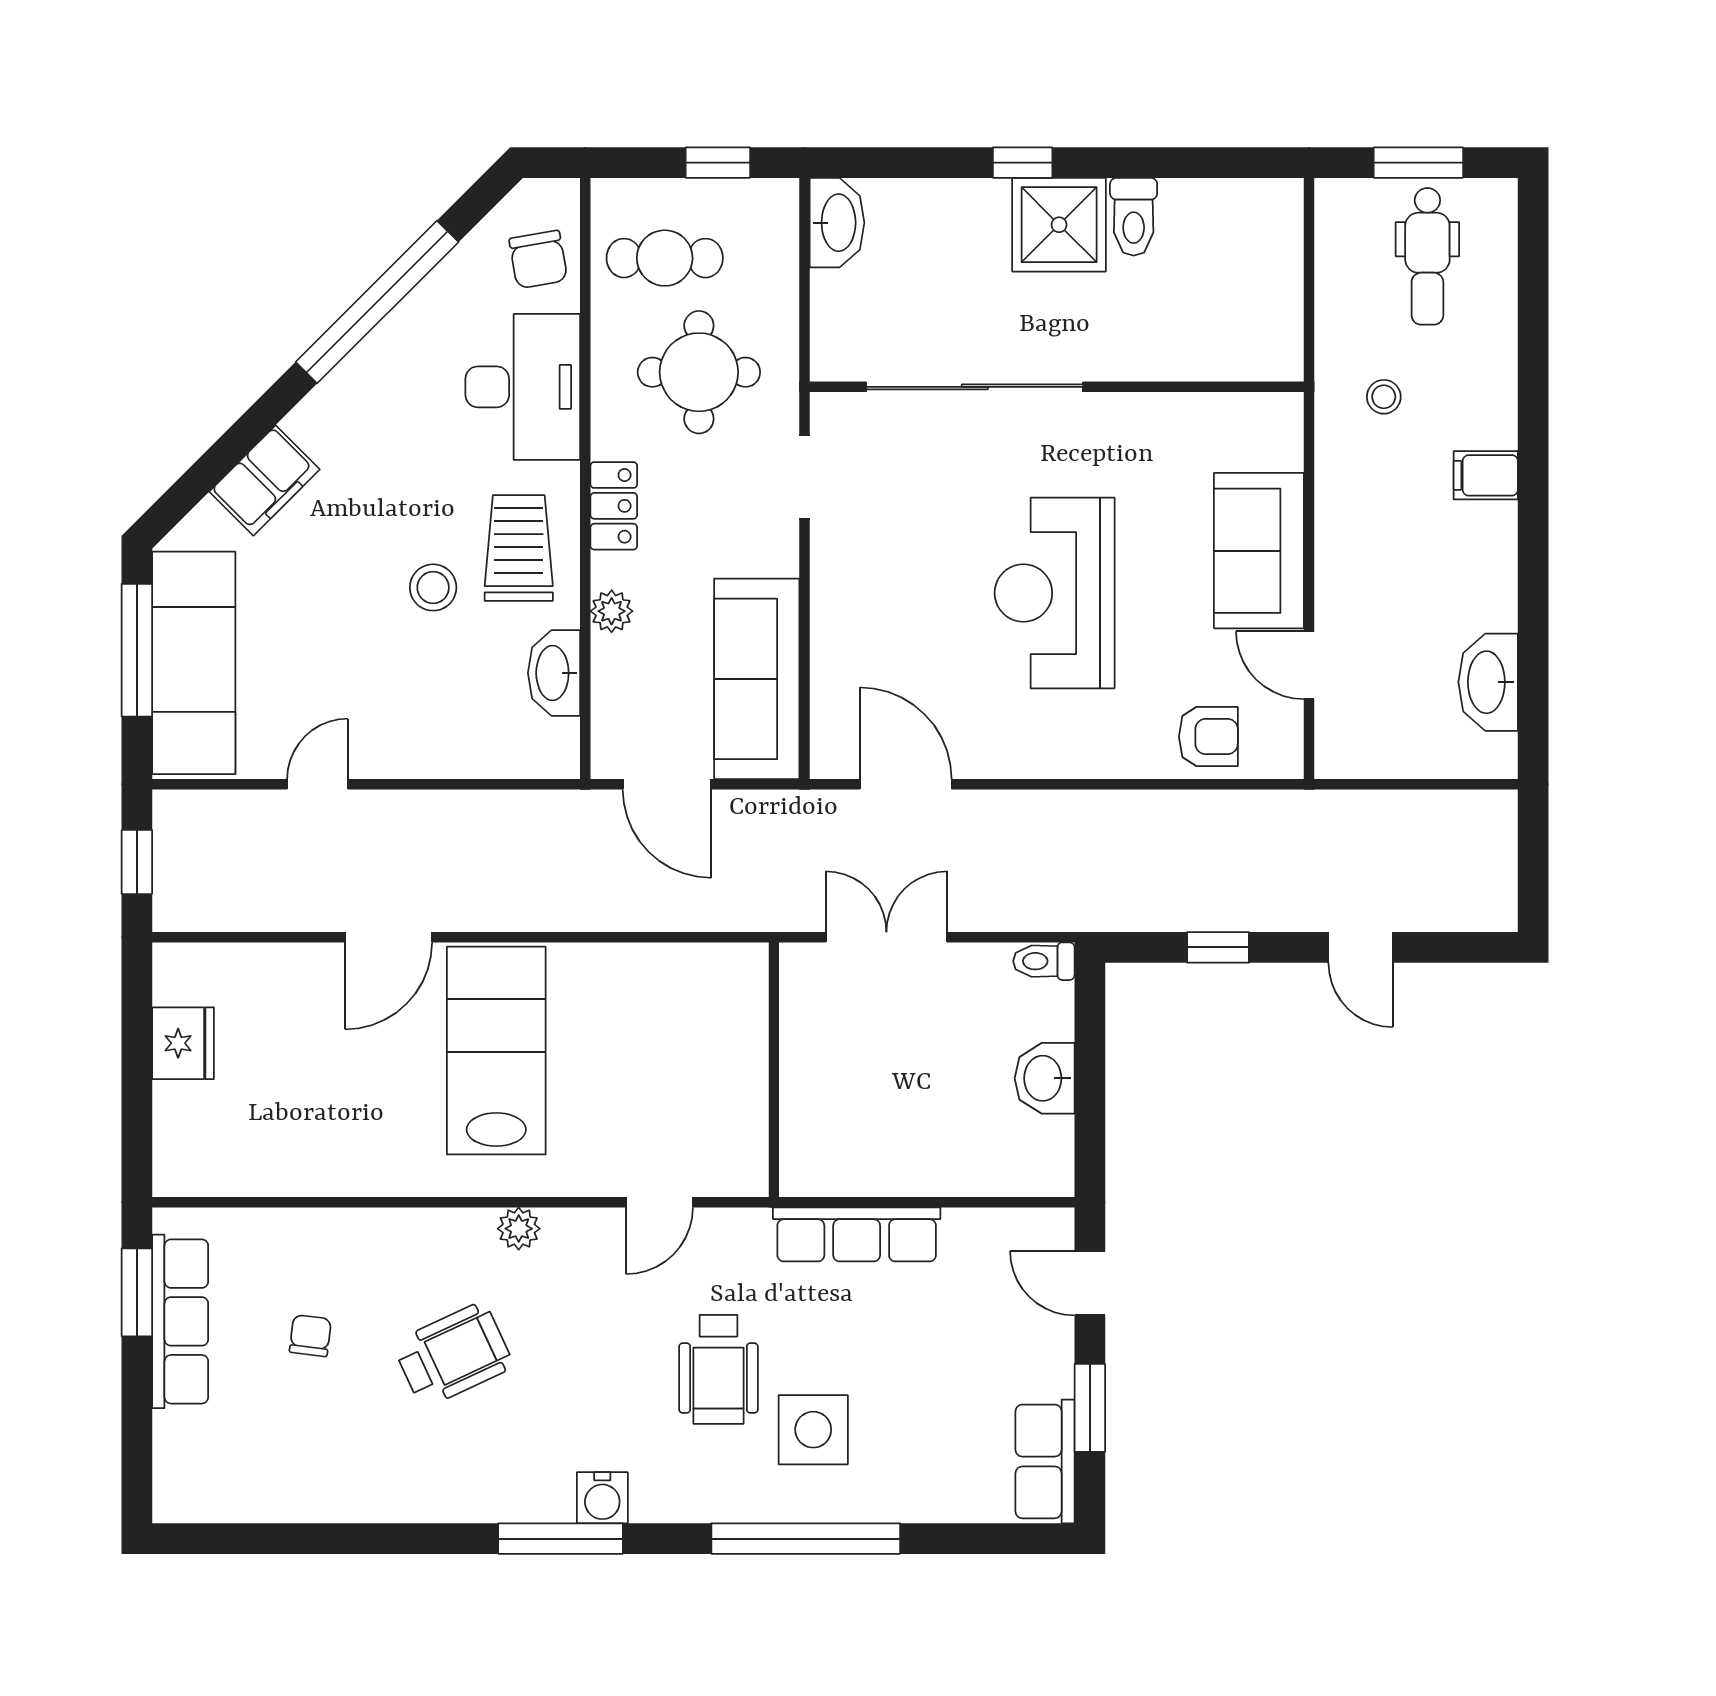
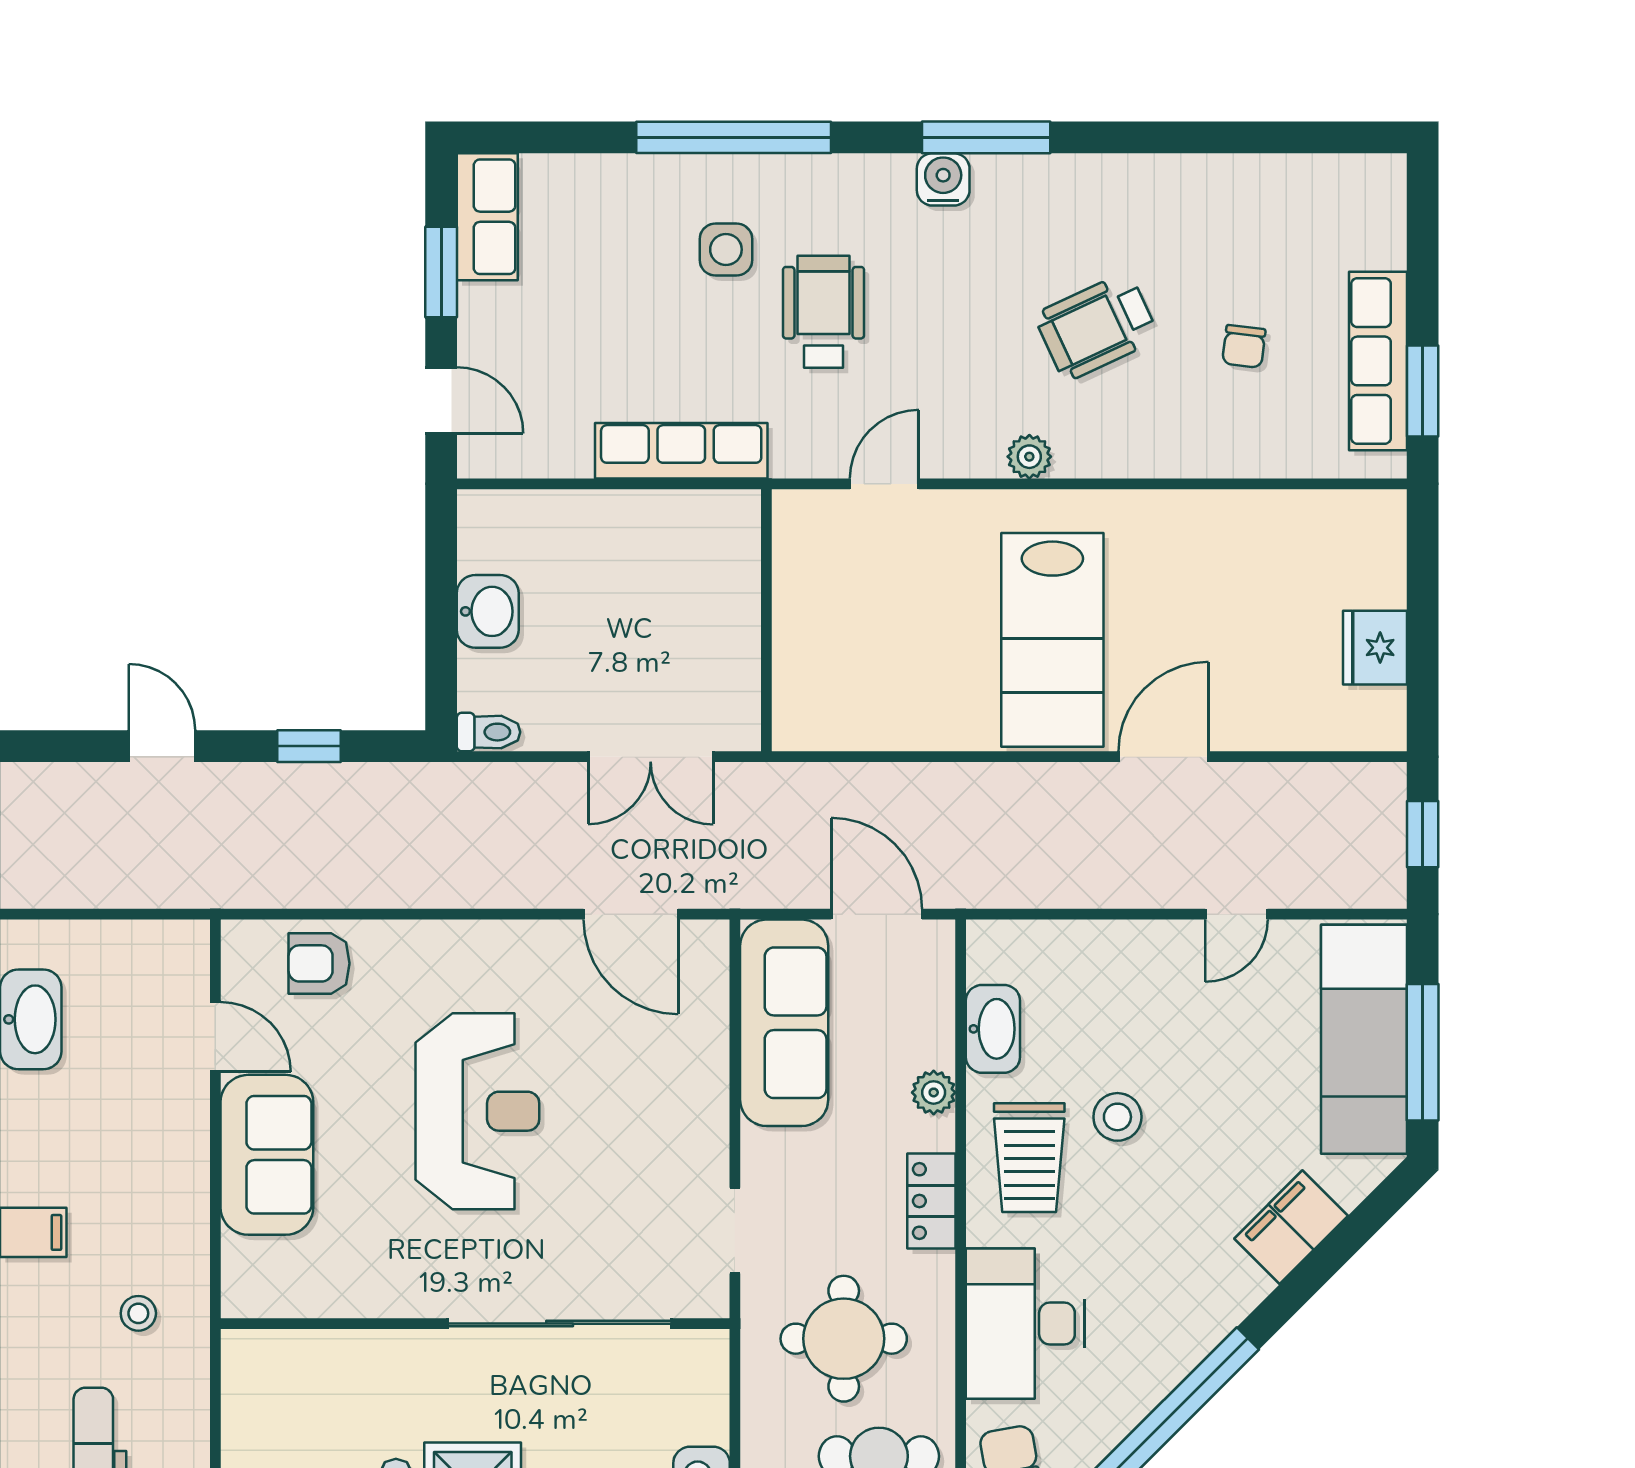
side table: (813, 1430) -> (726, 250), width x0.73, depth x0.73

